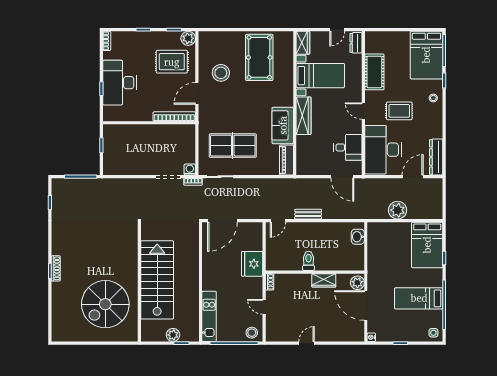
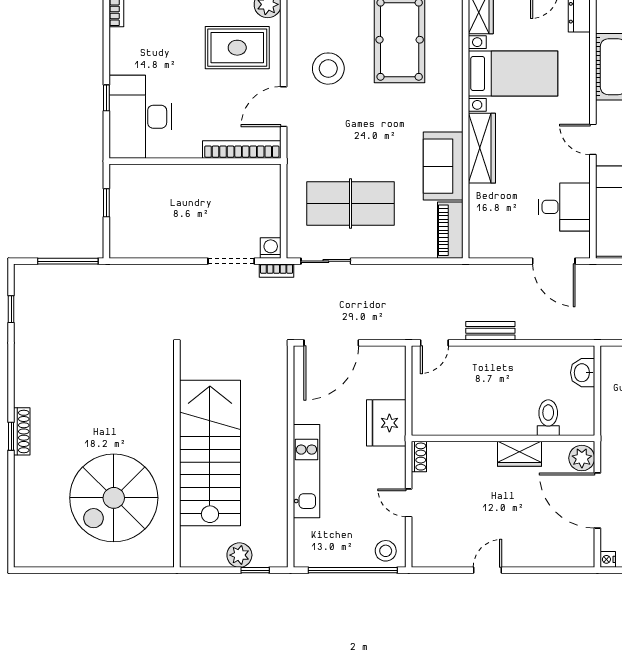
desk: (120, 83) -> (140, 117), moved
toilet: (308, 261) -> (548, 418), moved
kitchen unit: (209, 316) -> (306, 471), moved

